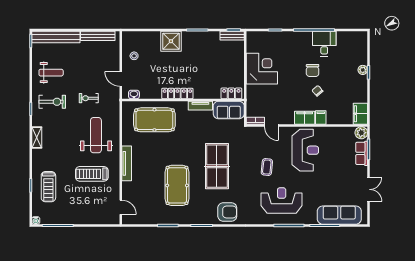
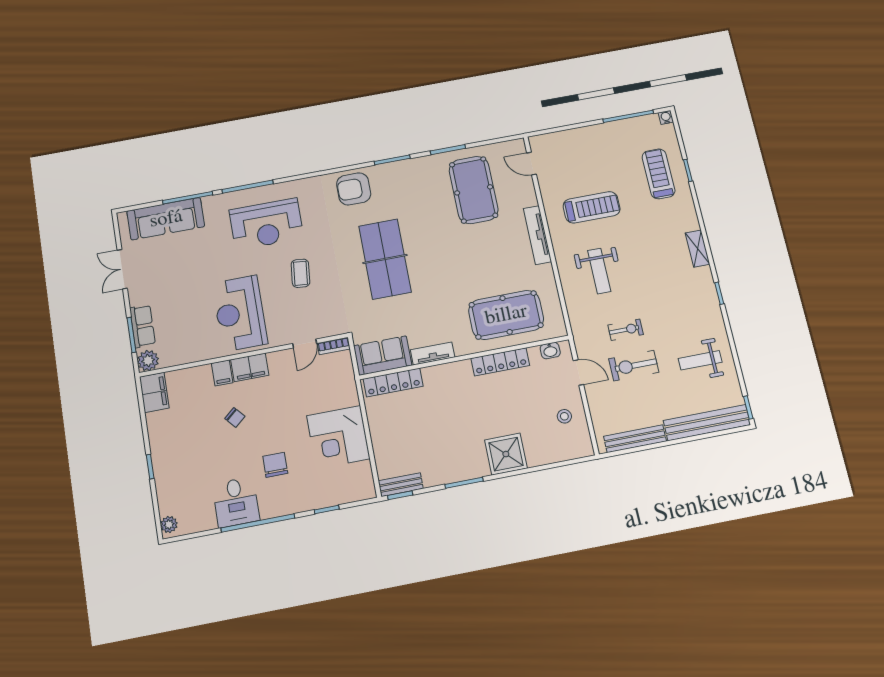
chair: (313, 70) -> (275, 465), moved
plant: (363, 70) -> (169, 524), moved
locker: (231, 93) -> (393, 383), width x1.53
locker: (177, 94) -> (500, 362), moved
exercise bike: (52, 102) -> (634, 366), moved
door: (271, 125) -> (305, 343), swing flipped
weight bench: (96, 135) -> (599, 271), width x0.73, depth x0.75
pool table: (177, 185) -> (474, 190), moved

